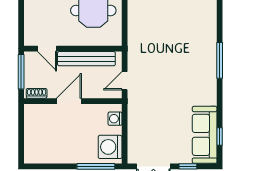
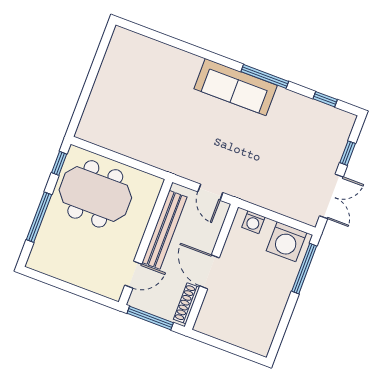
window: (220, 60) -> (265, 76), moved
shoe rack: (37, 93) -> (187, 303), width x1.43
sofa: (205, 135) -> (236, 87), moved

